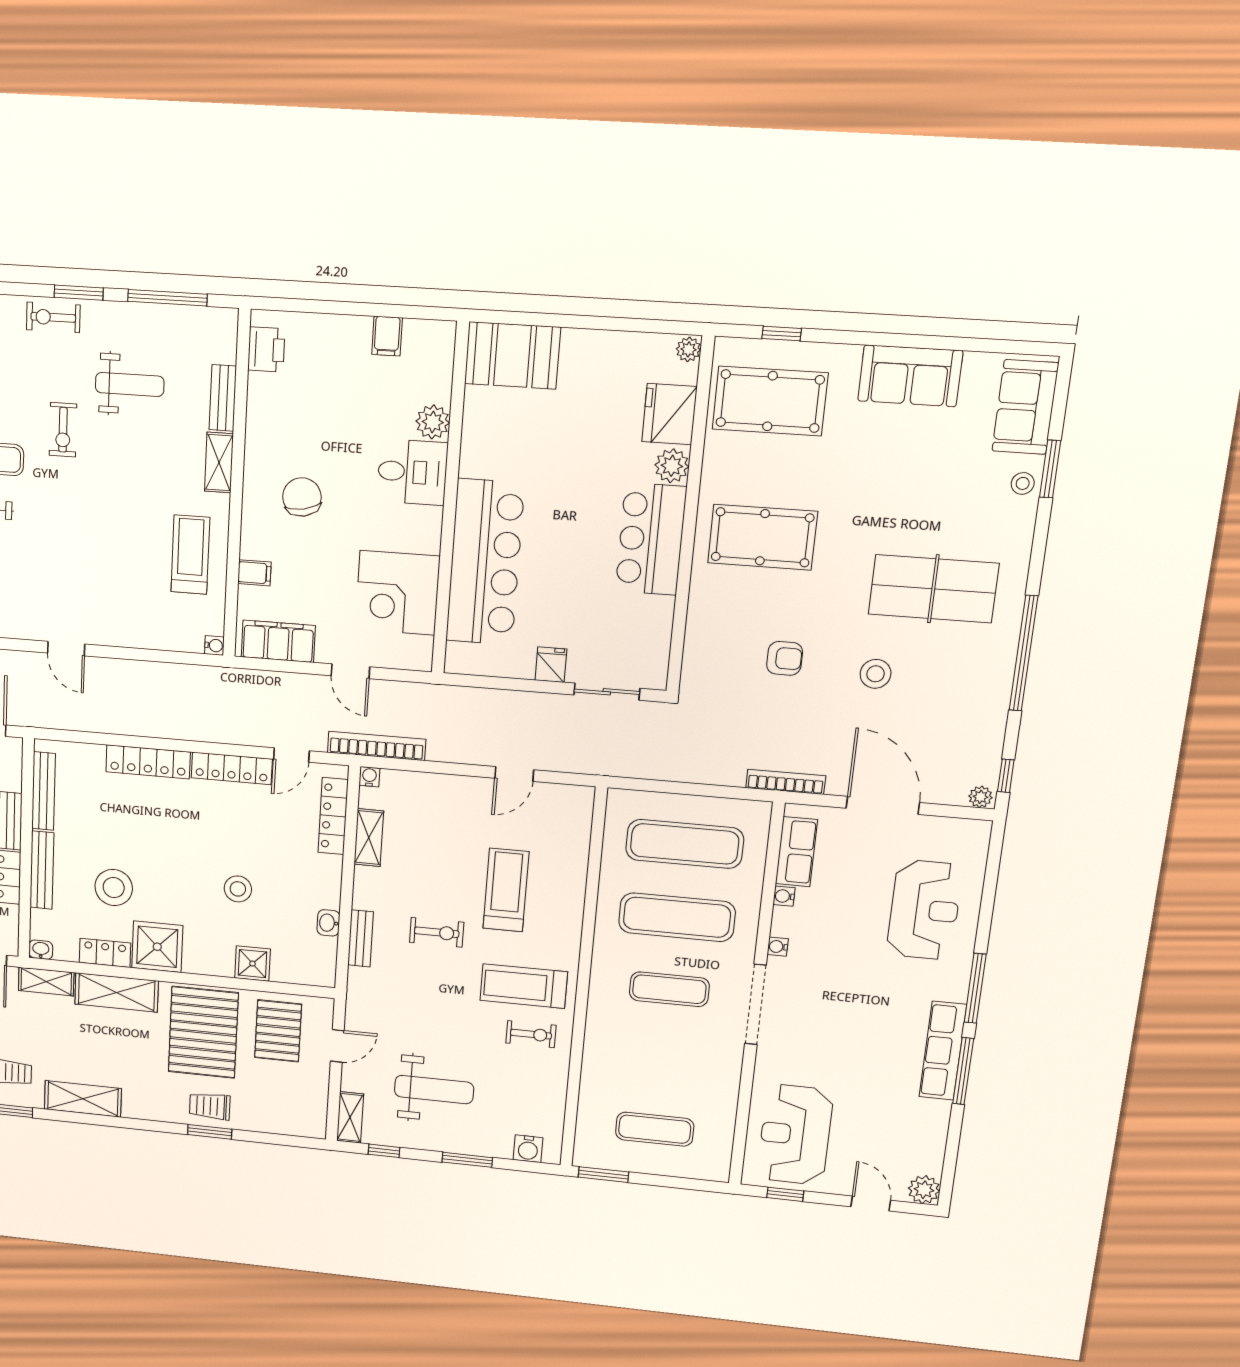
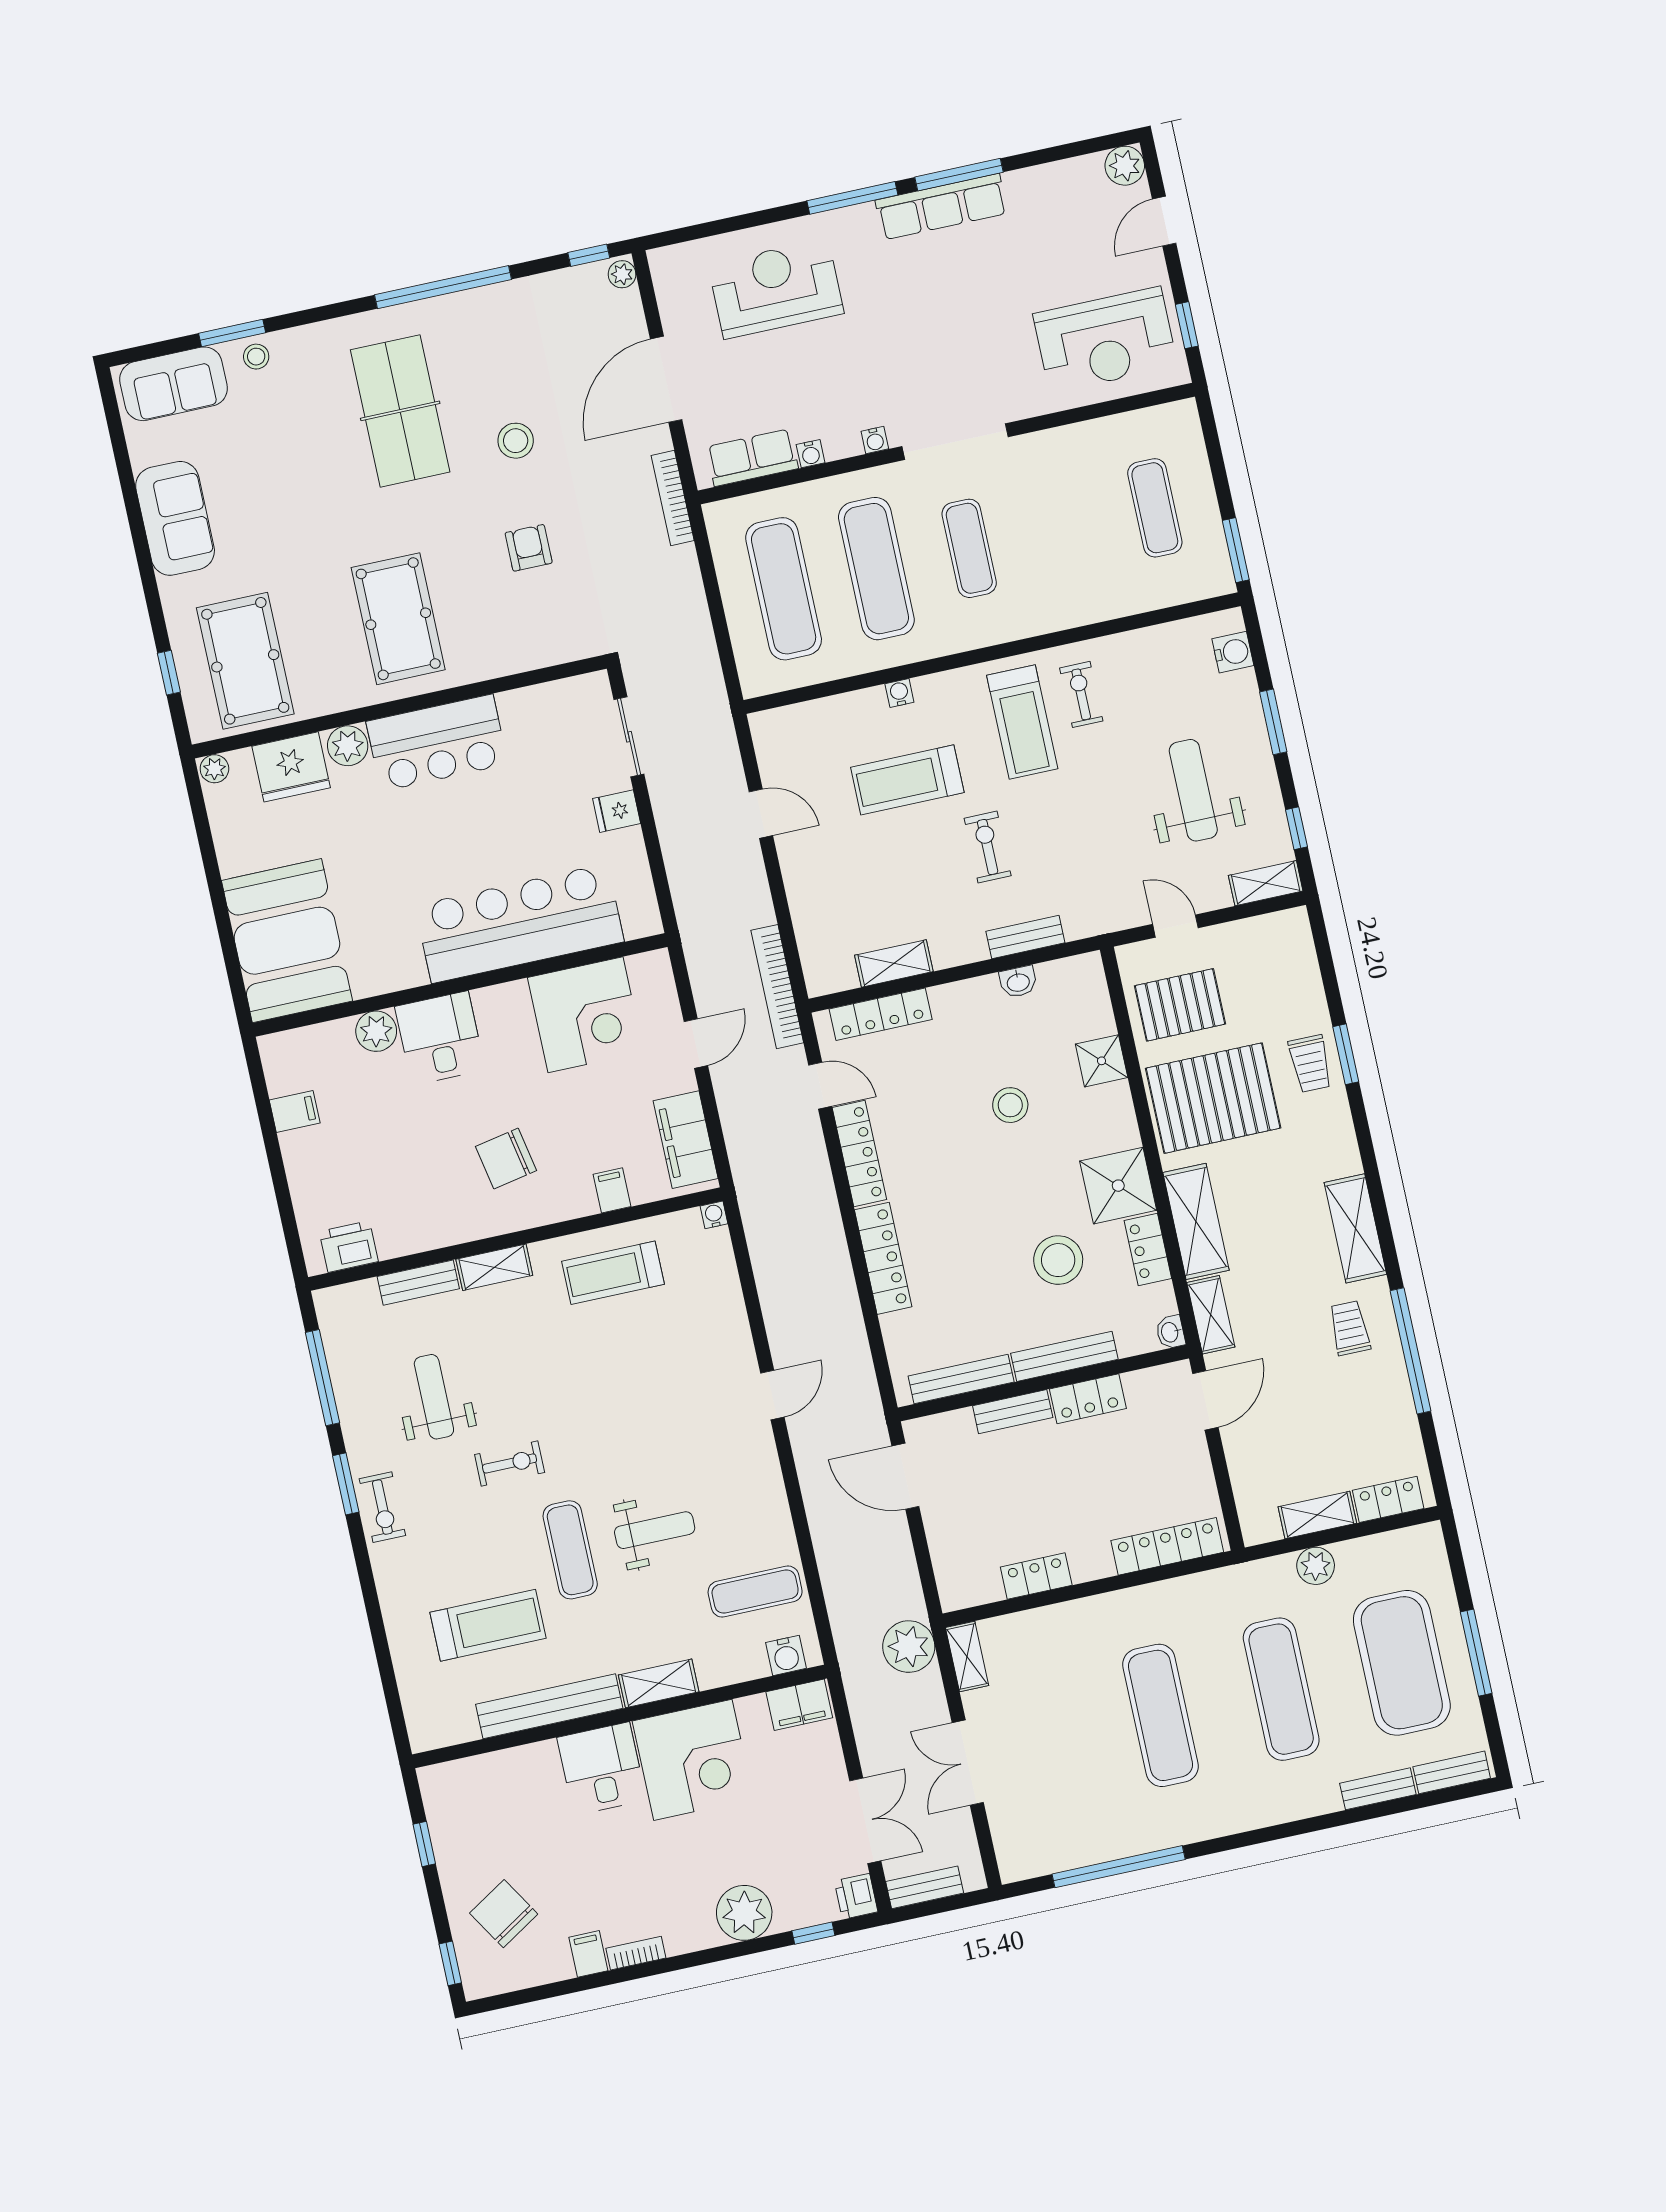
booth: (512, 355) -> (287, 941), width x1.36, depth x1.42
water cooler: (369, 777) -> (899, 693), moved, turned 90

